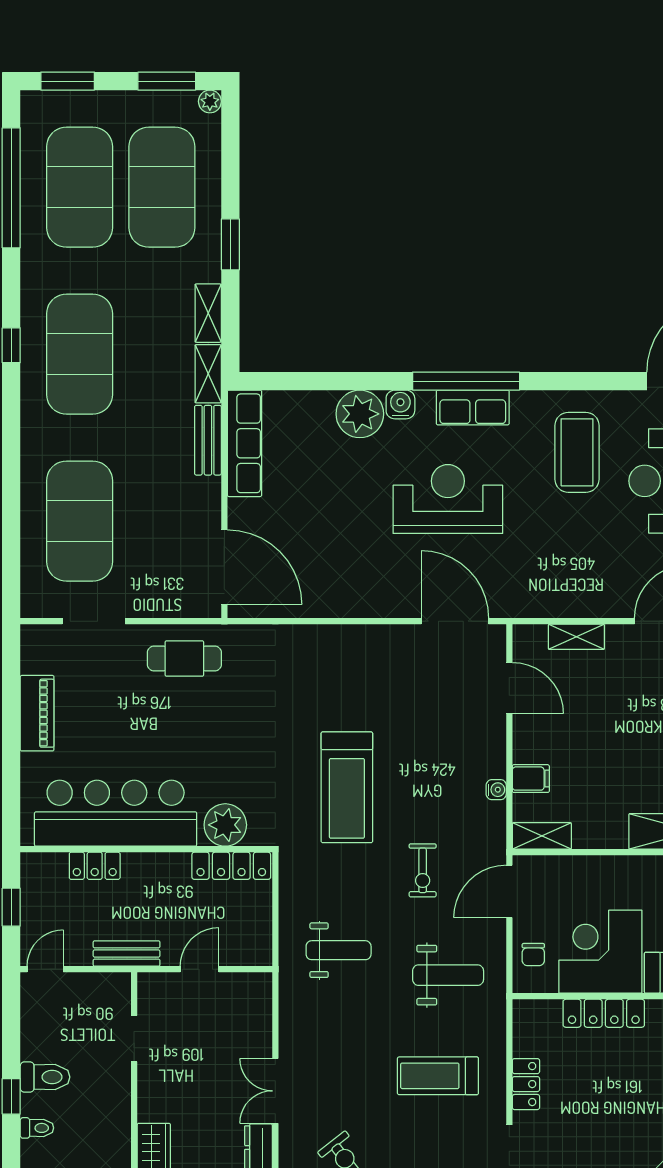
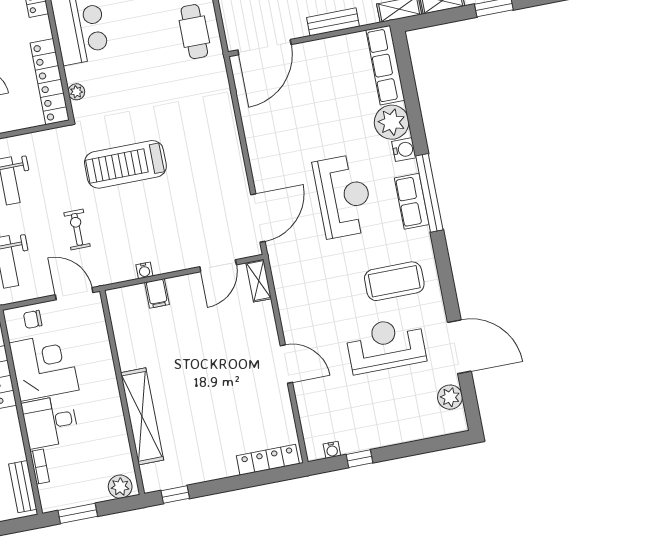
bench: (208, 440) -> (333, 22), moved
row of seats: (244, 443) -> (385, 65), moved, turned 90
shelving: (576, 637) -> (259, 281), moved
plant: (225, 825) -> (76, 92), width x0.53, depth x0.53
shelving: (542, 836) -> (118, 309), removed
locker: (231, 866) -> (50, 82), width x1.41, depth x1.21
exercise bike: (423, 870) -> (77, 229), turned 90

